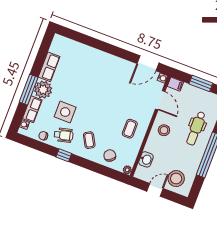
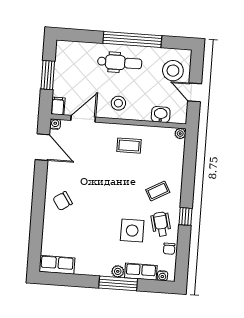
row of seats: (49, 67) -> (57, 265), moved
plant: (43, 90) -> (118, 271), width x0.53, depth x0.53
dental chair: (196, 128) -> (120, 63), moved
chair: (110, 156) -> (63, 201), moved

